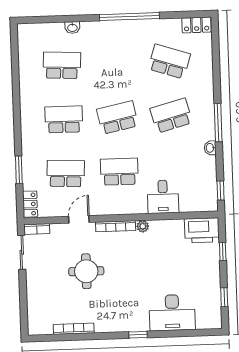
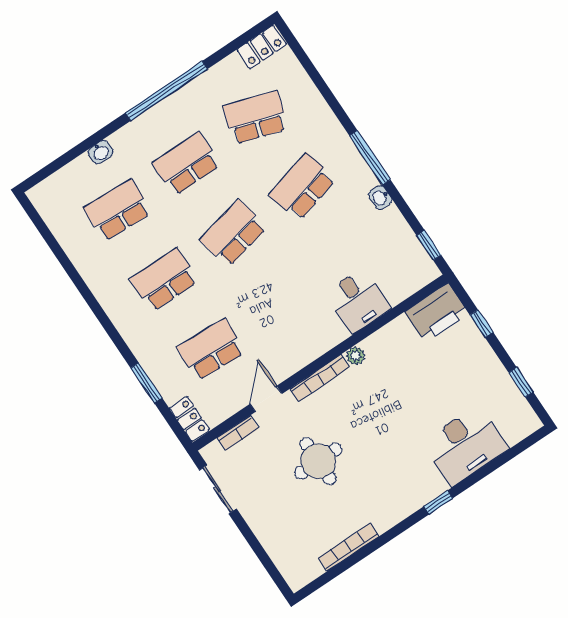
school desk: (119, 172) -> (187, 164), moved
bookcase: (37, 229) -> (238, 433), moved

